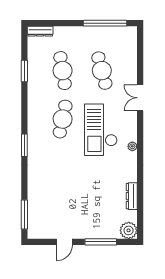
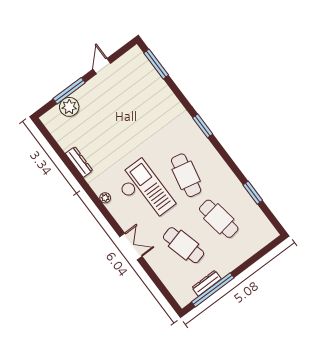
dresser: (40, 31) -> (207, 283), moved
dresser: (132, 196) -> (79, 162), moved
plant: (129, 230) -> (69, 107), moved

